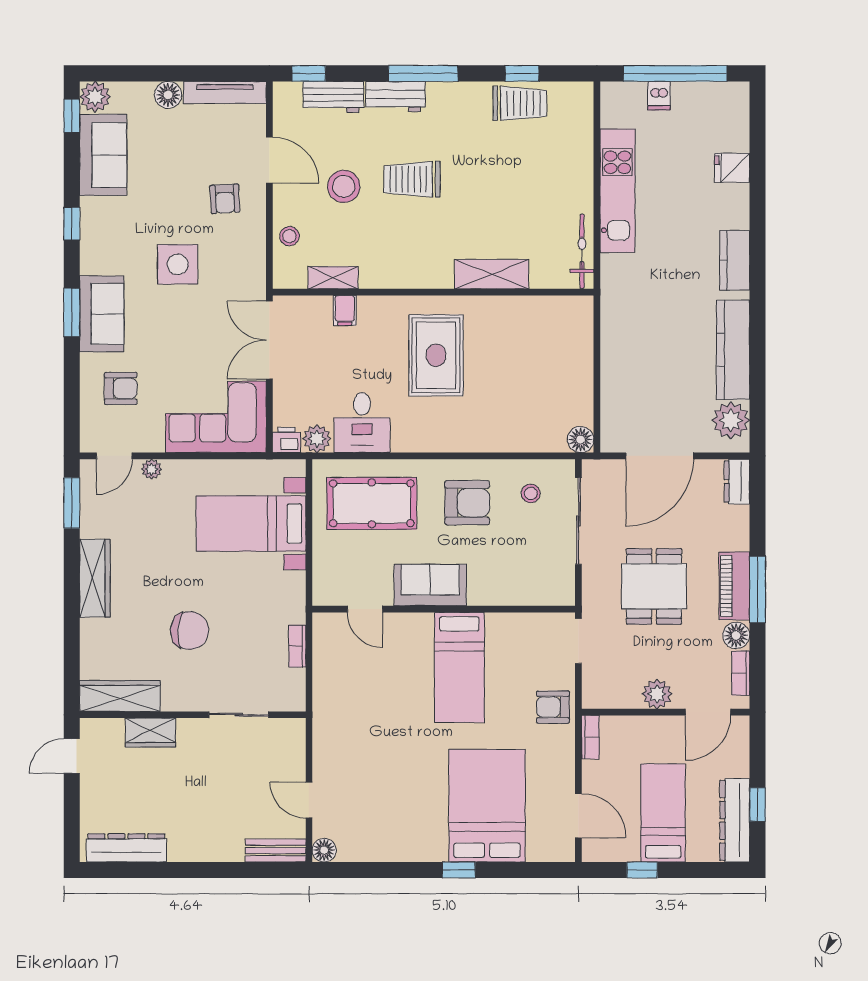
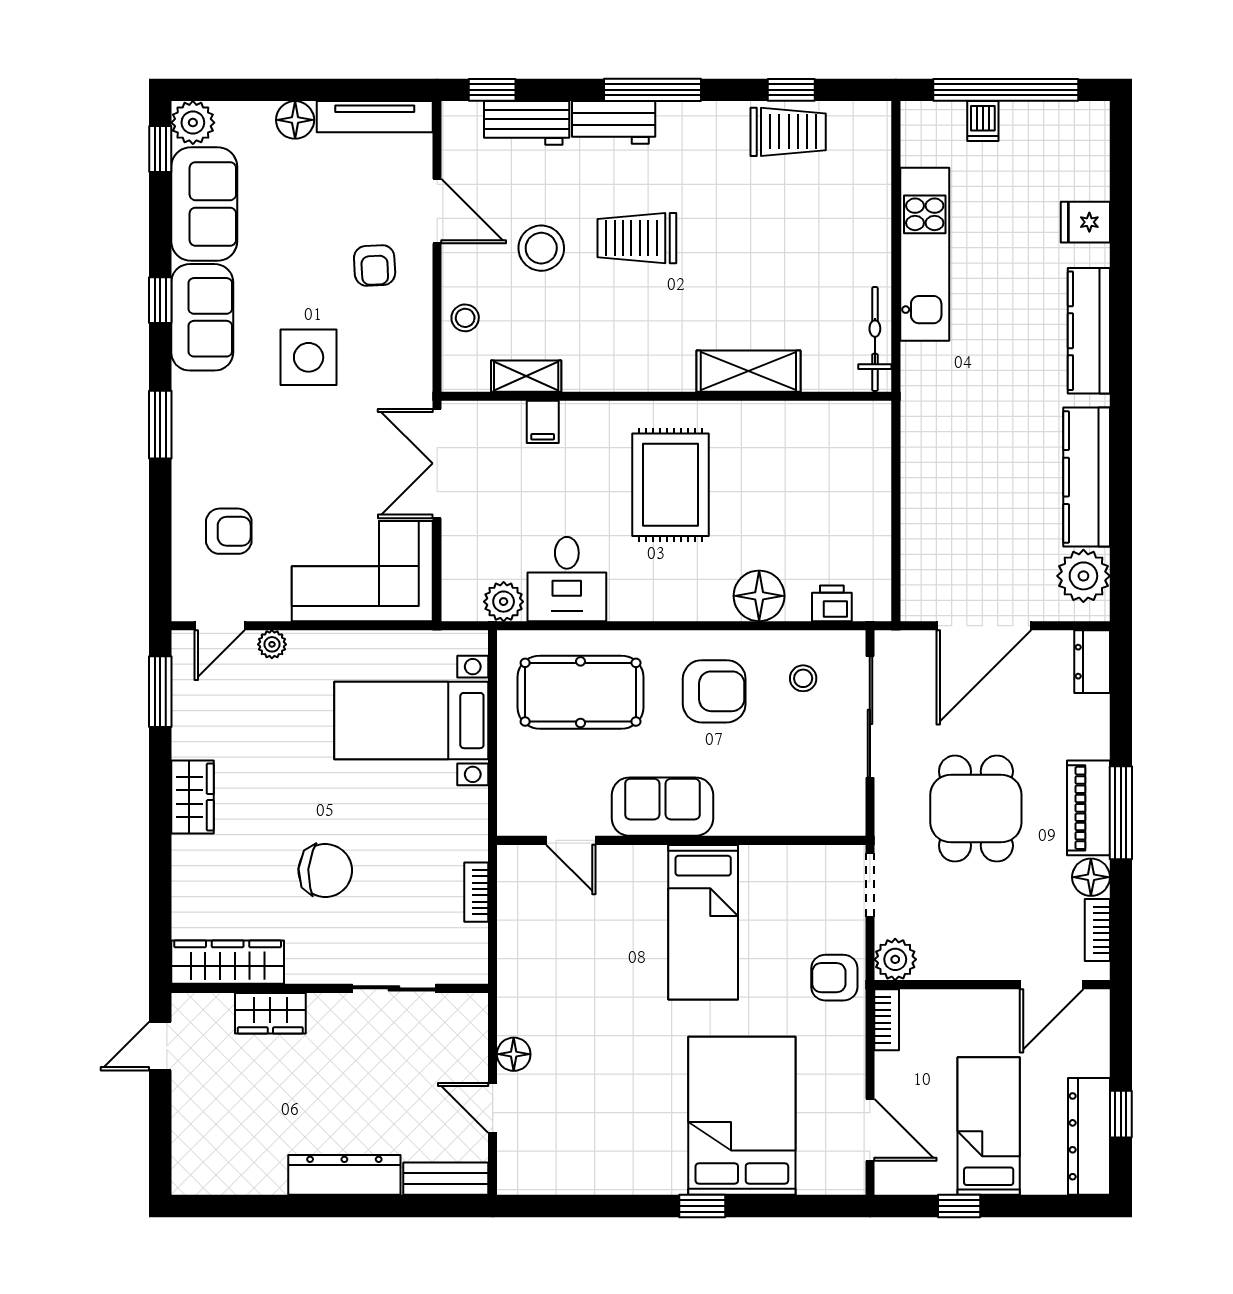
kitchen counter: (735, 260) -> (1089, 331), width x1.50
sofa: (102, 314) -> (202, 317), moved
printer: (287, 440) -> (832, 603), moved
floor lamp: (581, 440) -> (759, 596), moved, width x1.38, depth x1.38
wardrobe: (95, 578) -> (192, 797), width x0.67
plant: (657, 694) -> (895, 959), moved
dresser: (126, 848) -> (344, 1175), moved
floor lamp: (324, 850) -> (514, 1054), moved

